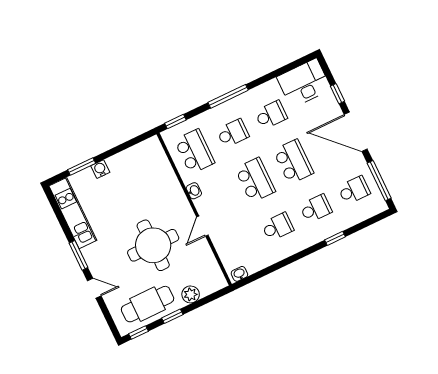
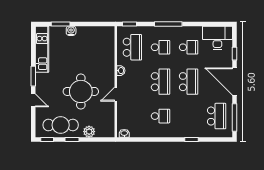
school desk: (354, 190) -> (217, 116), width x1.85
school desk: (316, 208) -> (189, 116), removed

